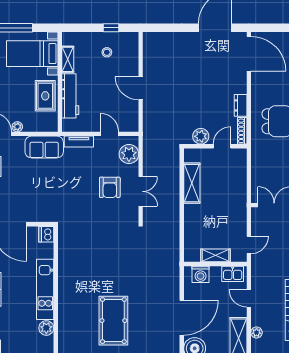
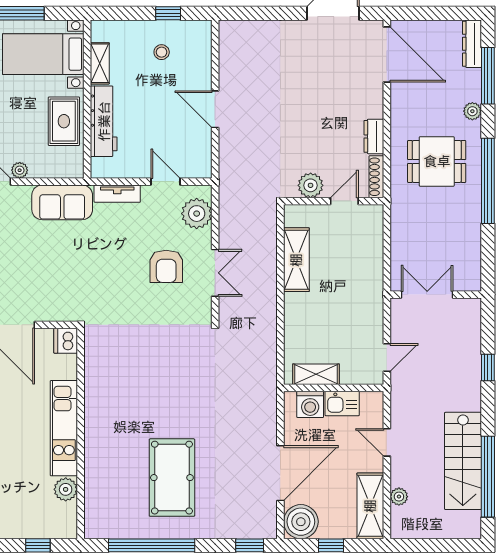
shelving: (216, 255) -> (316, 374), moved
kitchen sink: (233, 274) -> (342, 403), moved

